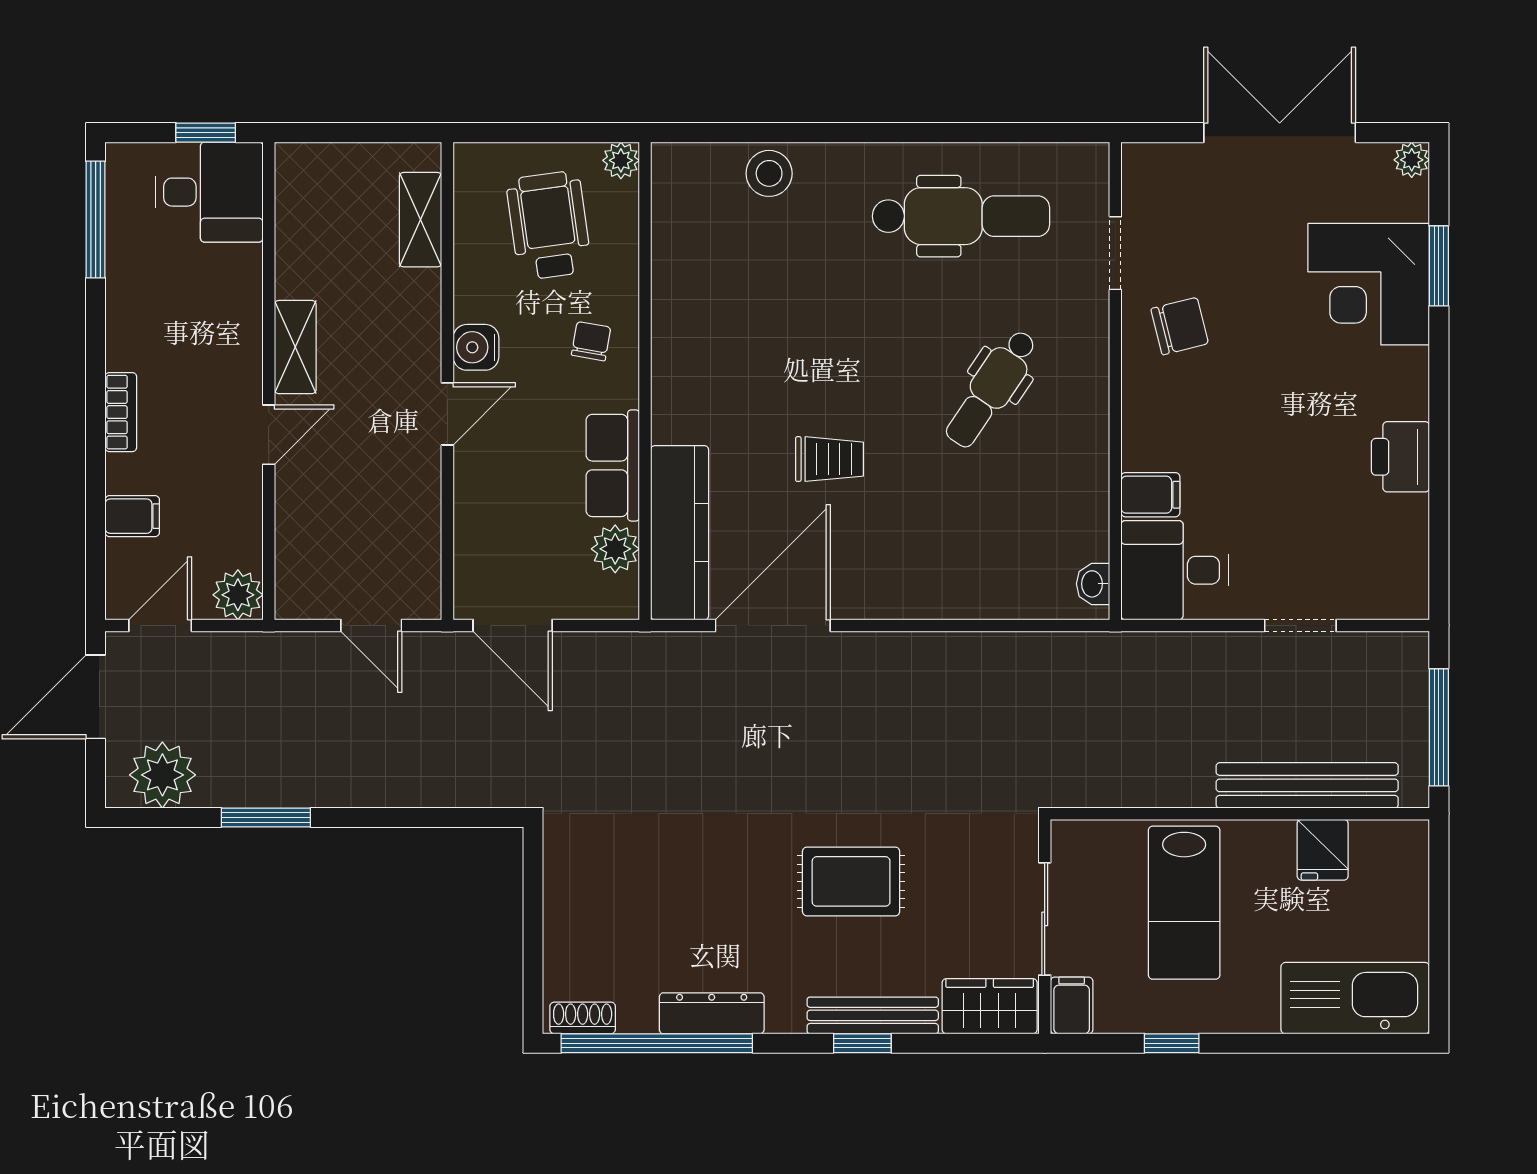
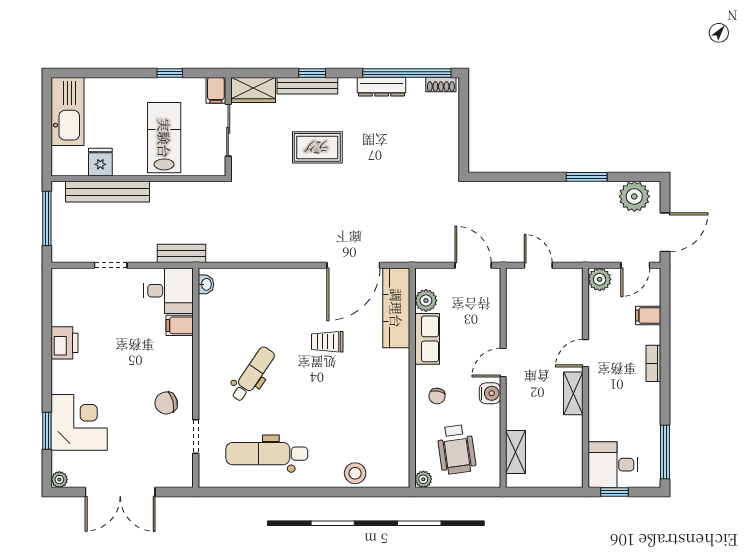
bench: (1146, 651) -> (181, 253), added
kitchen sink: (1355, 998) -> (68, 111), moved, turned -90

